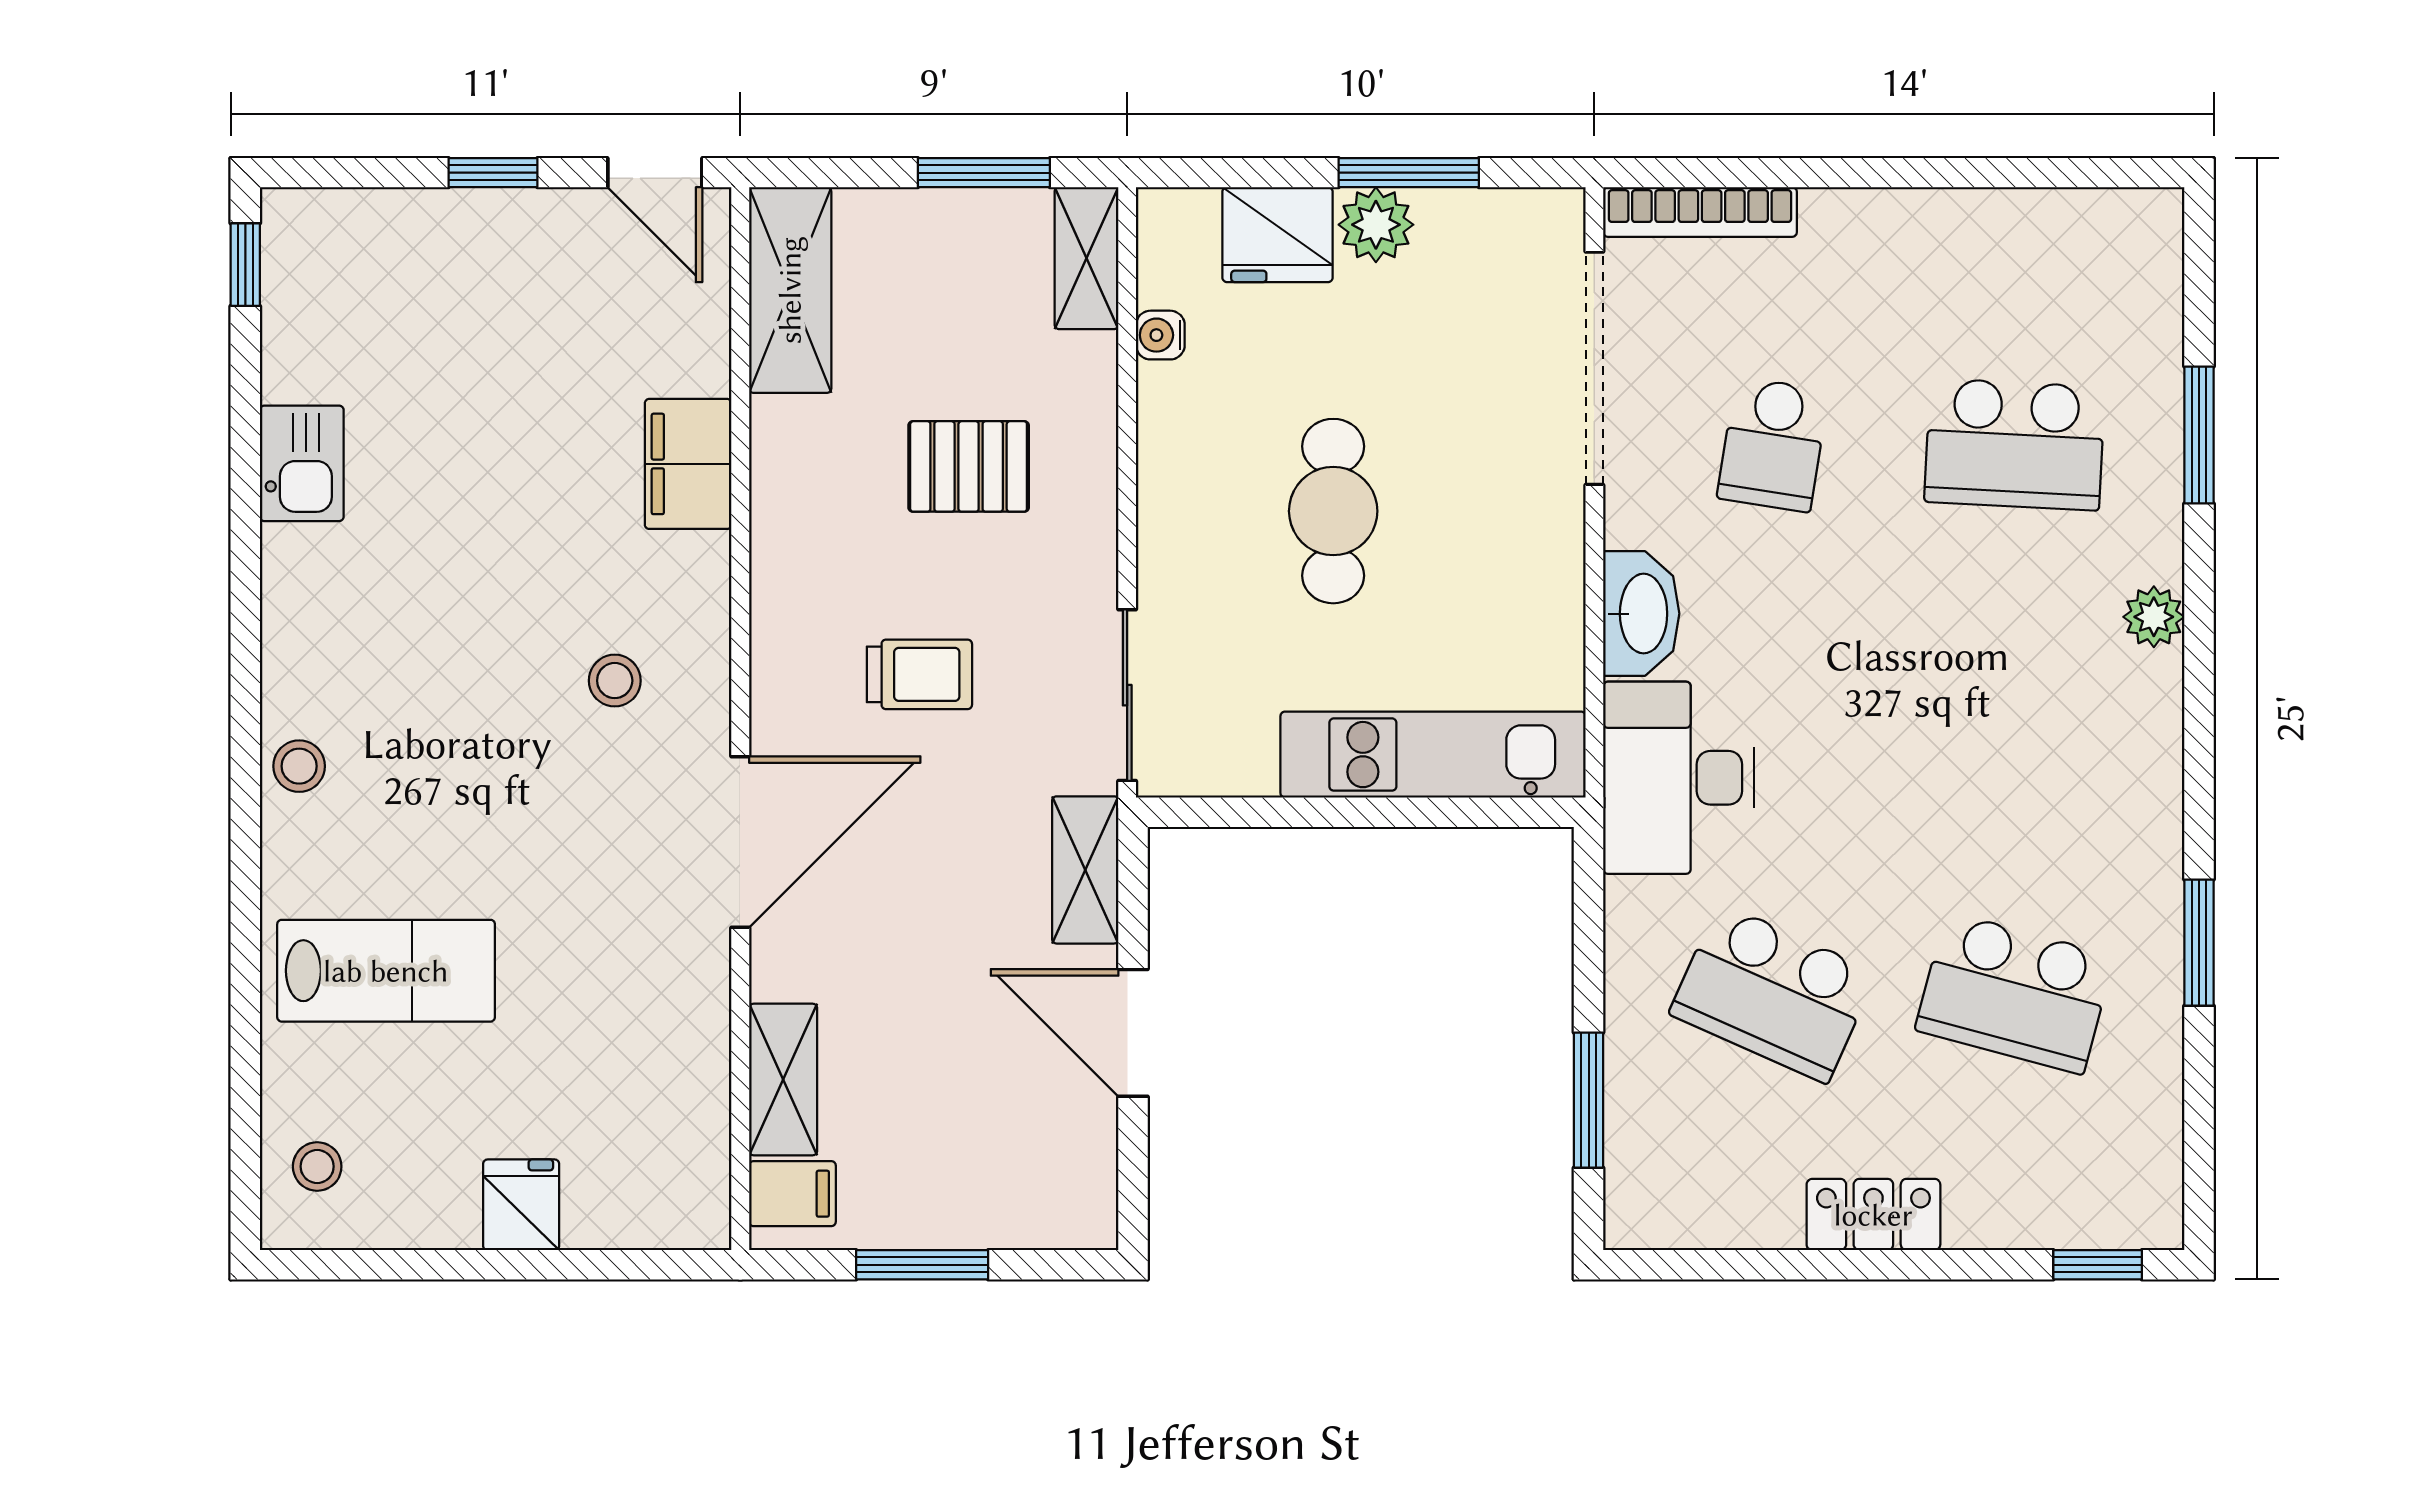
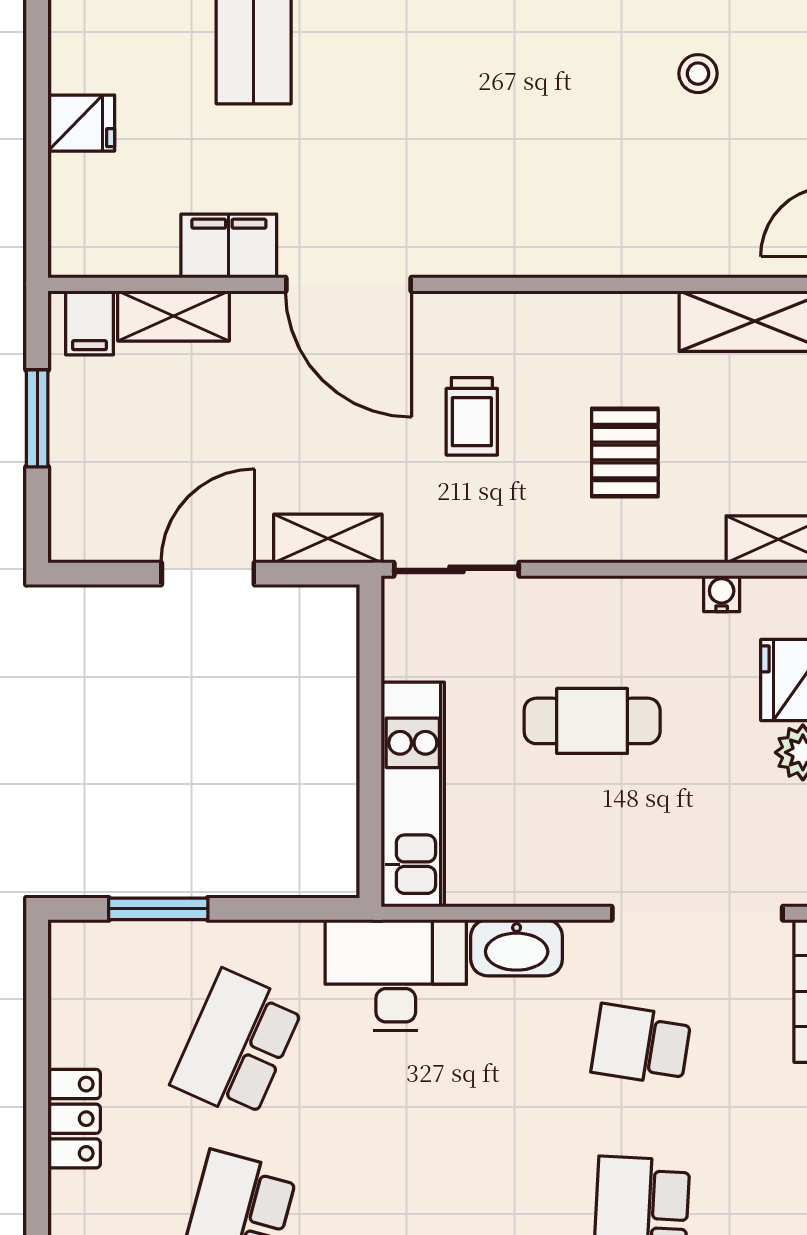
filing cabinet: (688, 464) -> (229, 246), moved
stool: (615, 681) -> (698, 74), moved

